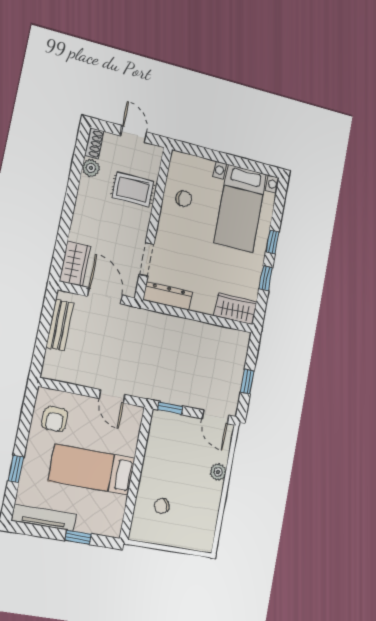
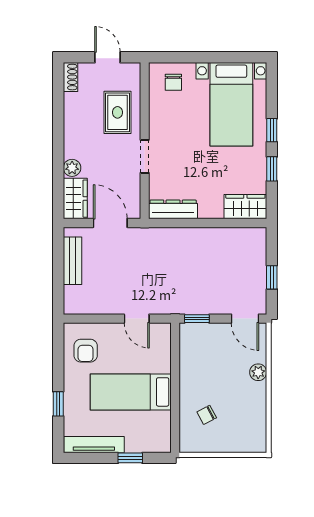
plant: (91, 168) -> (72, 168), moved
rug: (133, 189) -> (118, 112), turned 90
chair: (184, 199) -> (173, 82), moved, turned 90
doorway: (147, 259) -> (145, 156), moved

